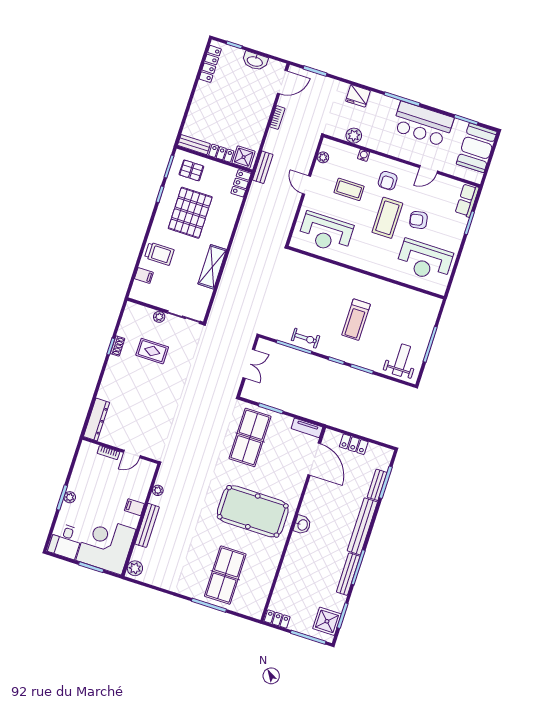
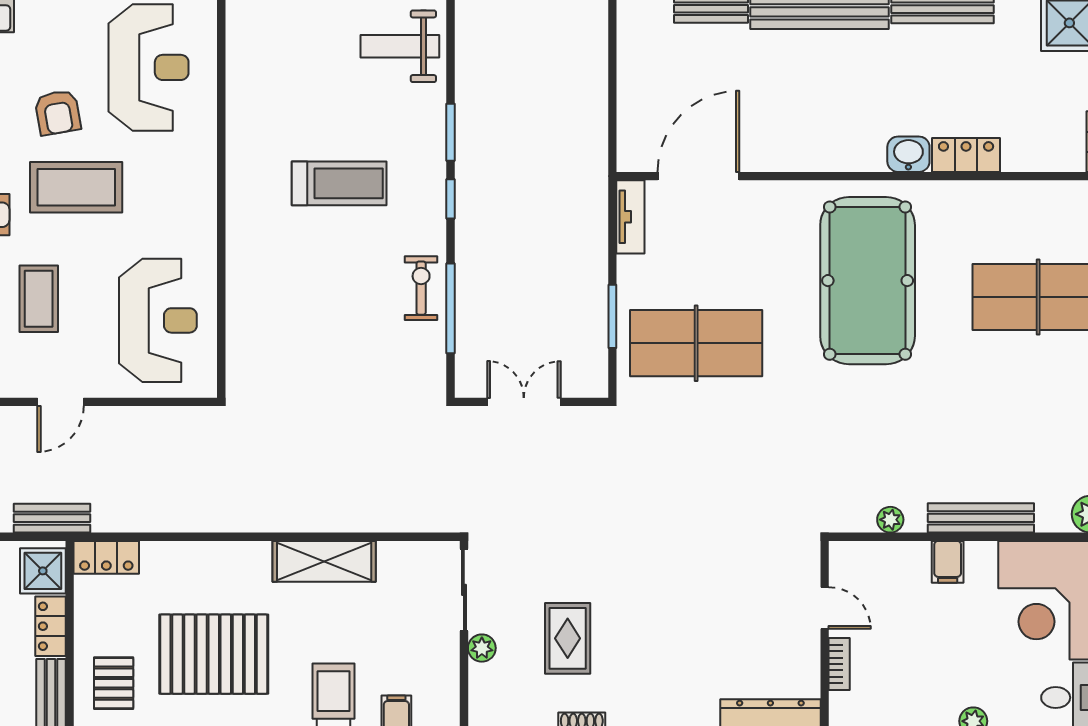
locker: (354, 444) -> (966, 155), moved, turned -90
washbasin: (302, 525) -> (908, 154), moved

